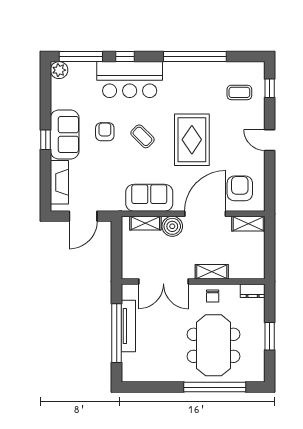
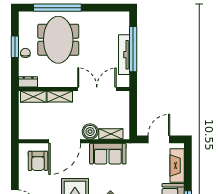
shelving: (248, 224) -> (33, 97), moved
chair: (213, 296) -> (25, 53), moved

